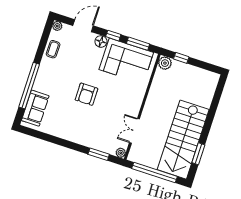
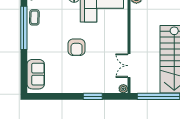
window: (29, 86) -> (24, 28), moved
window: (99, 154) -> (93, 96), moved

